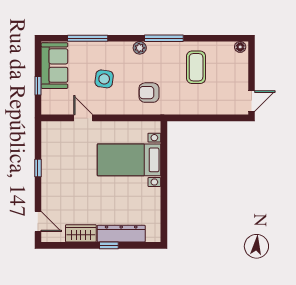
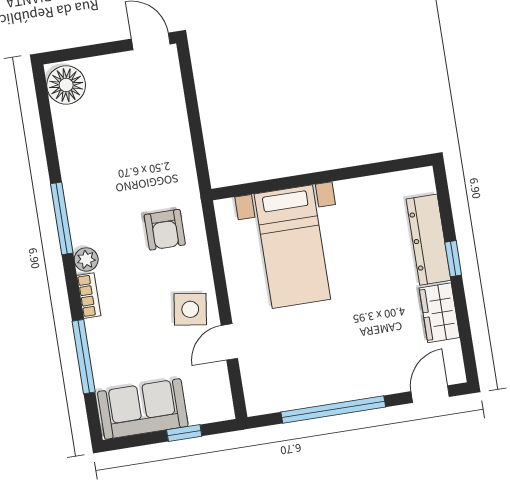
bookcase: (120, 46) -> (89, 296), added
floor lamp: (240, 47) -> (66, 85), width x1.89, depth x1.89
coffee table: (196, 67) -> (105, 152), removed
side table: (104, 79) -> (190, 309), moved
window: (38, 168) -> (333, 409), width x3.17

